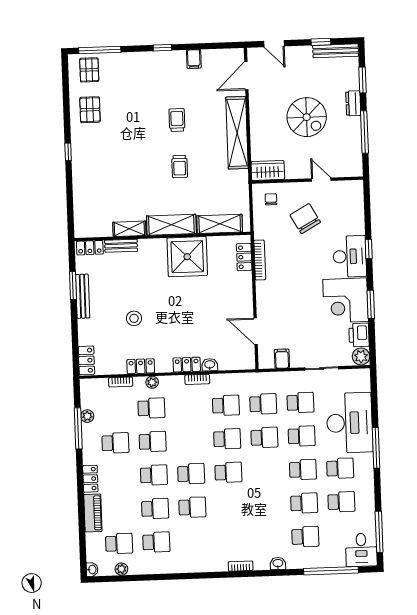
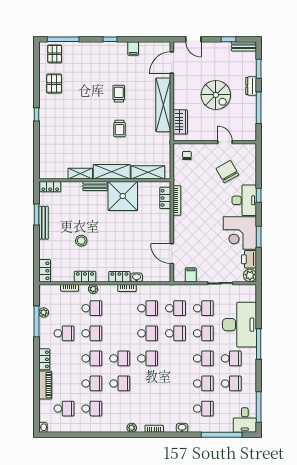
bench: (336, 51) -> (244, 46), width x0.73
wardrobe: (268, 170) -> (180, 122), moved, turned 90
chair: (305, 219) -> (227, 172), moved
bench: (121, 246) -> (95, 186), moved
plant: (121, 569) -> (132, 428), moved

